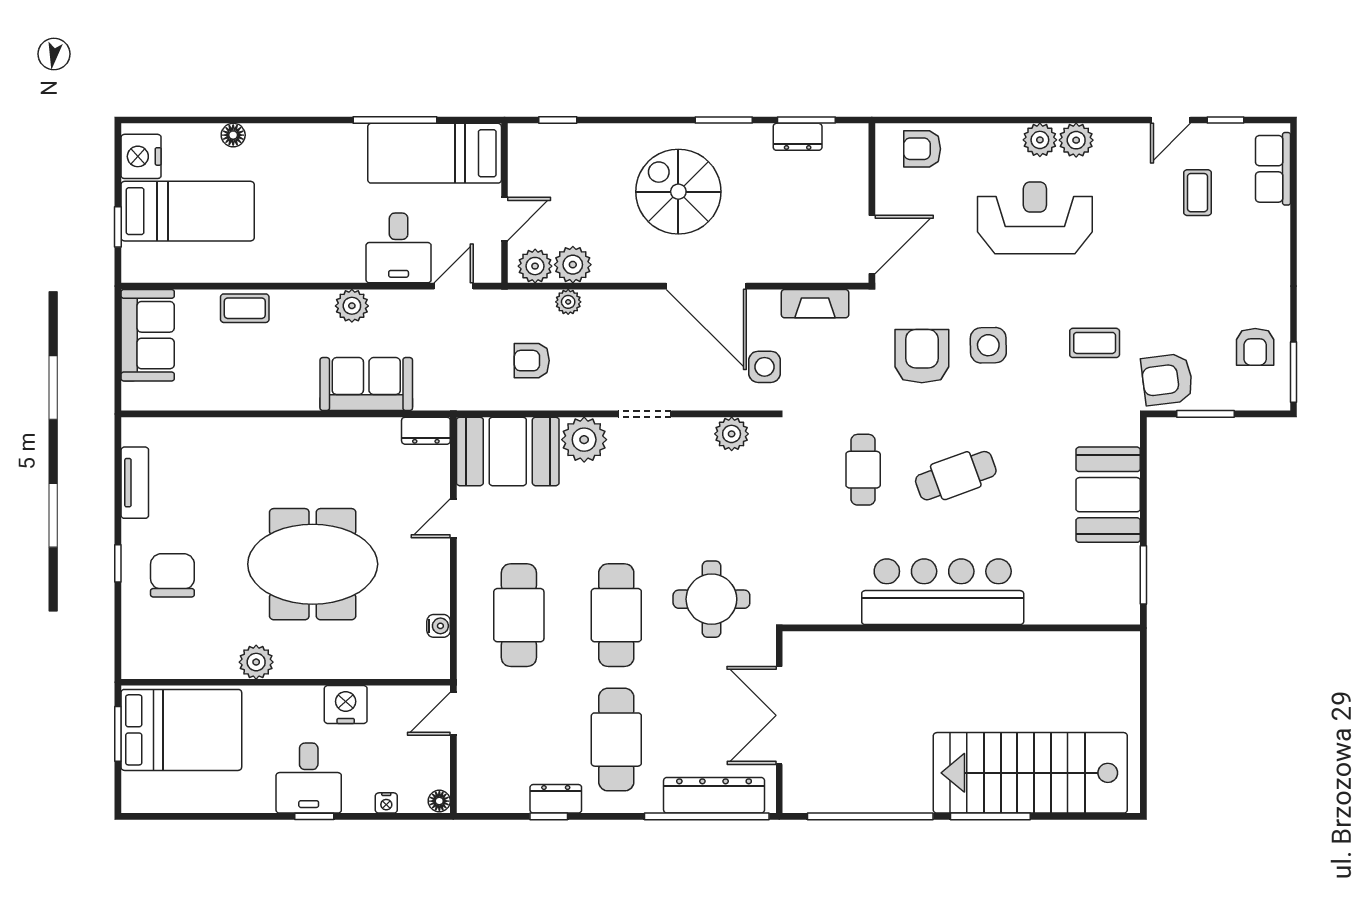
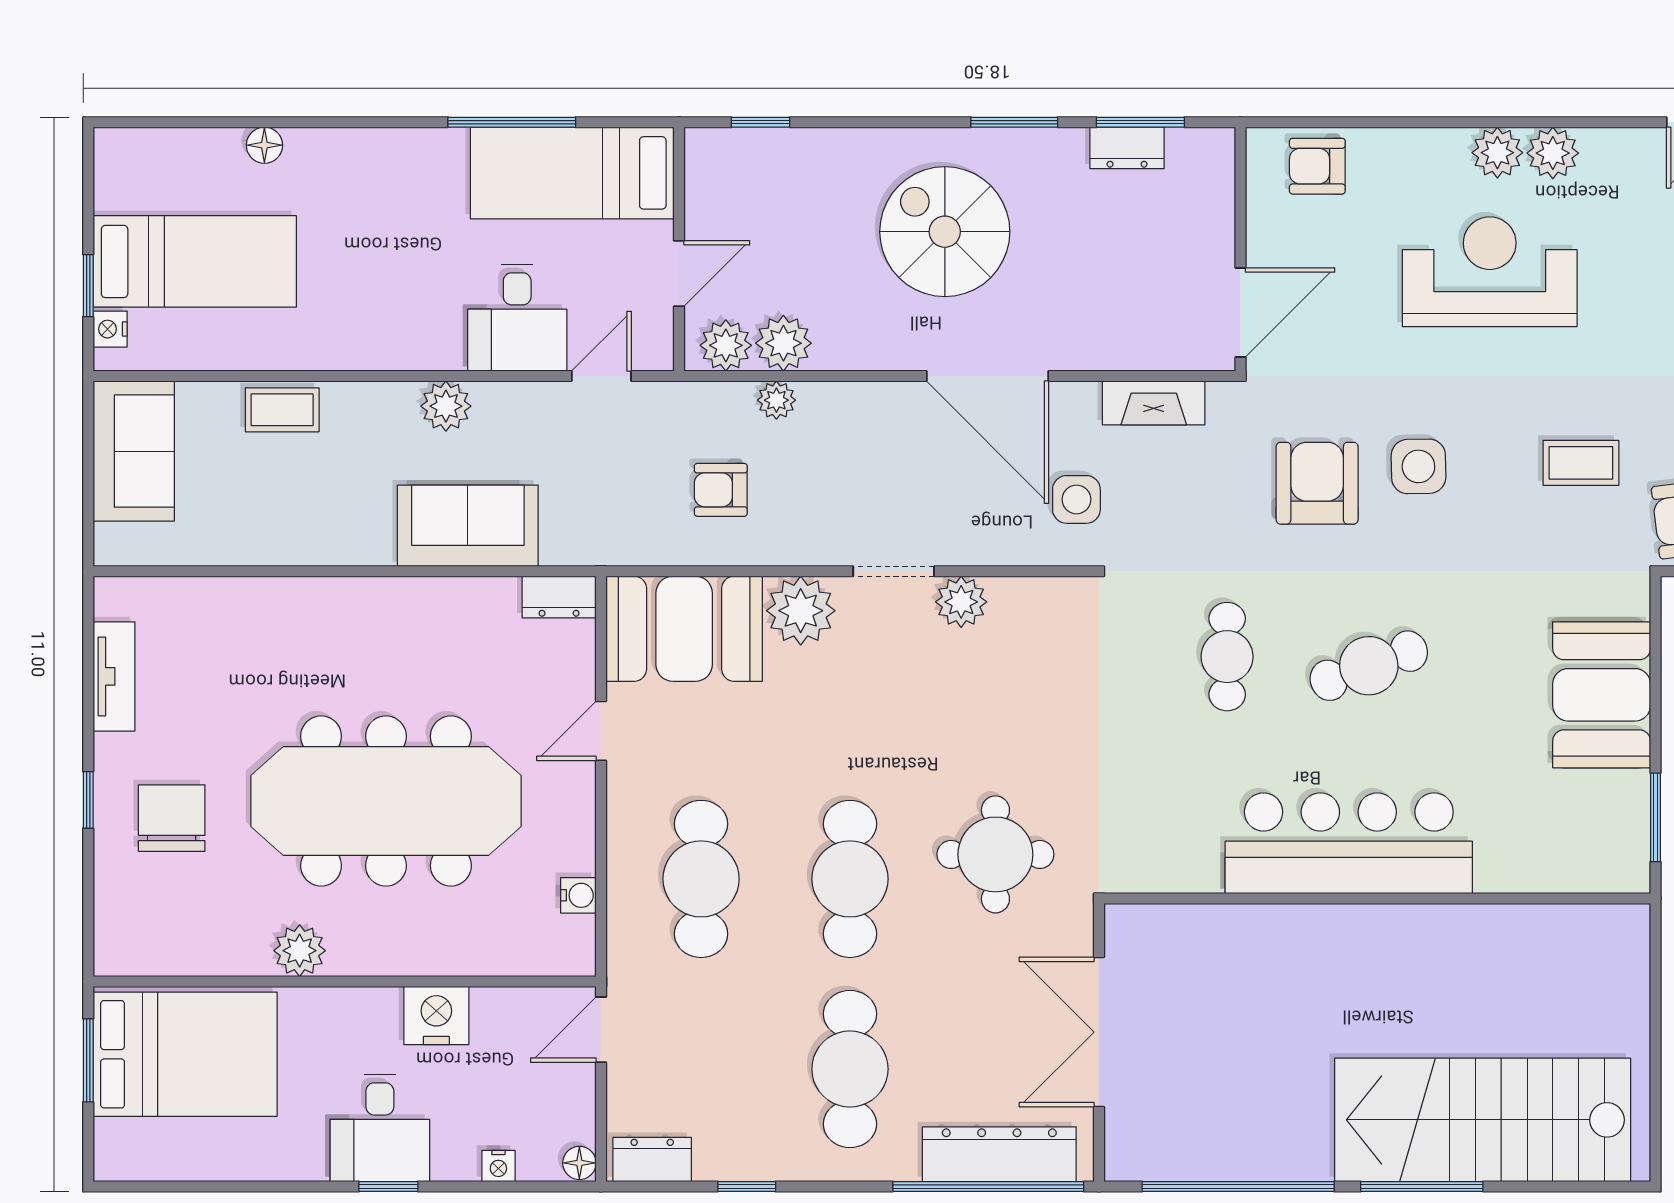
nightstand: (141, 156) -> (110, 329), moved, width x0.53, depth x0.56
plant: (732, 434) -> (961, 602), moved
meeting table: (313, 564) -> (386, 801), width x1.36
dresser: (556, 799) -> (652, 1160), moved

